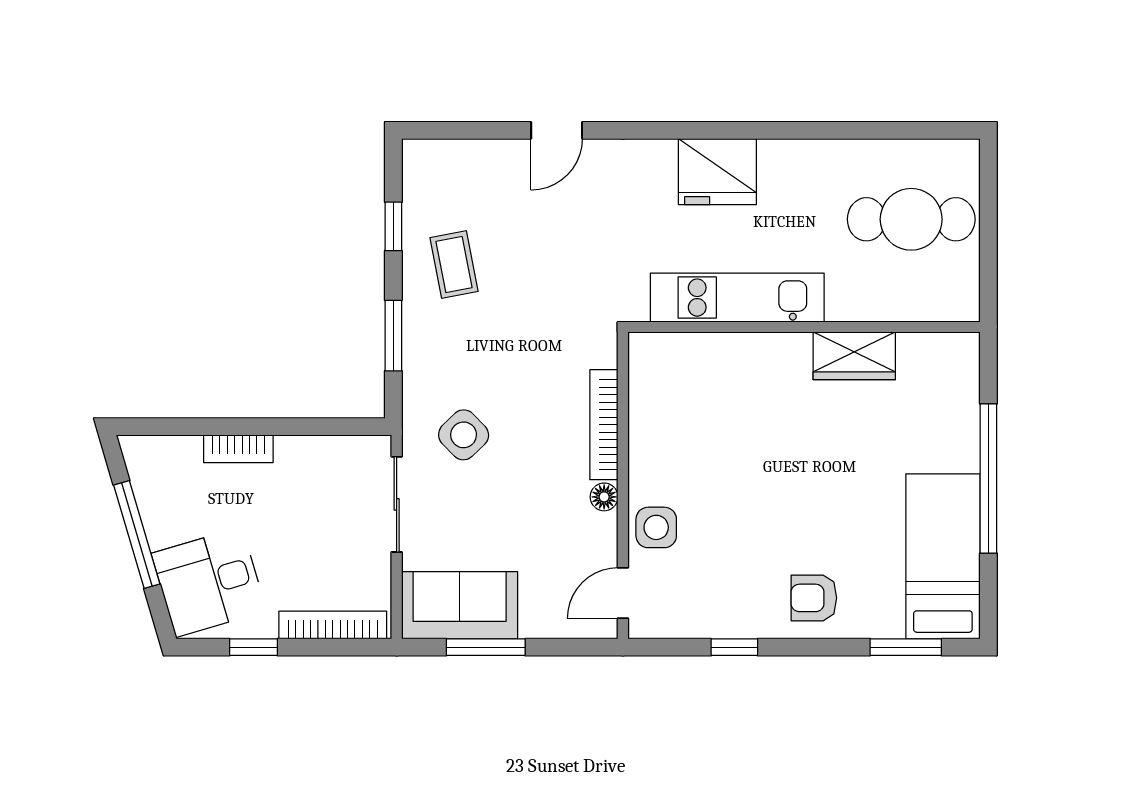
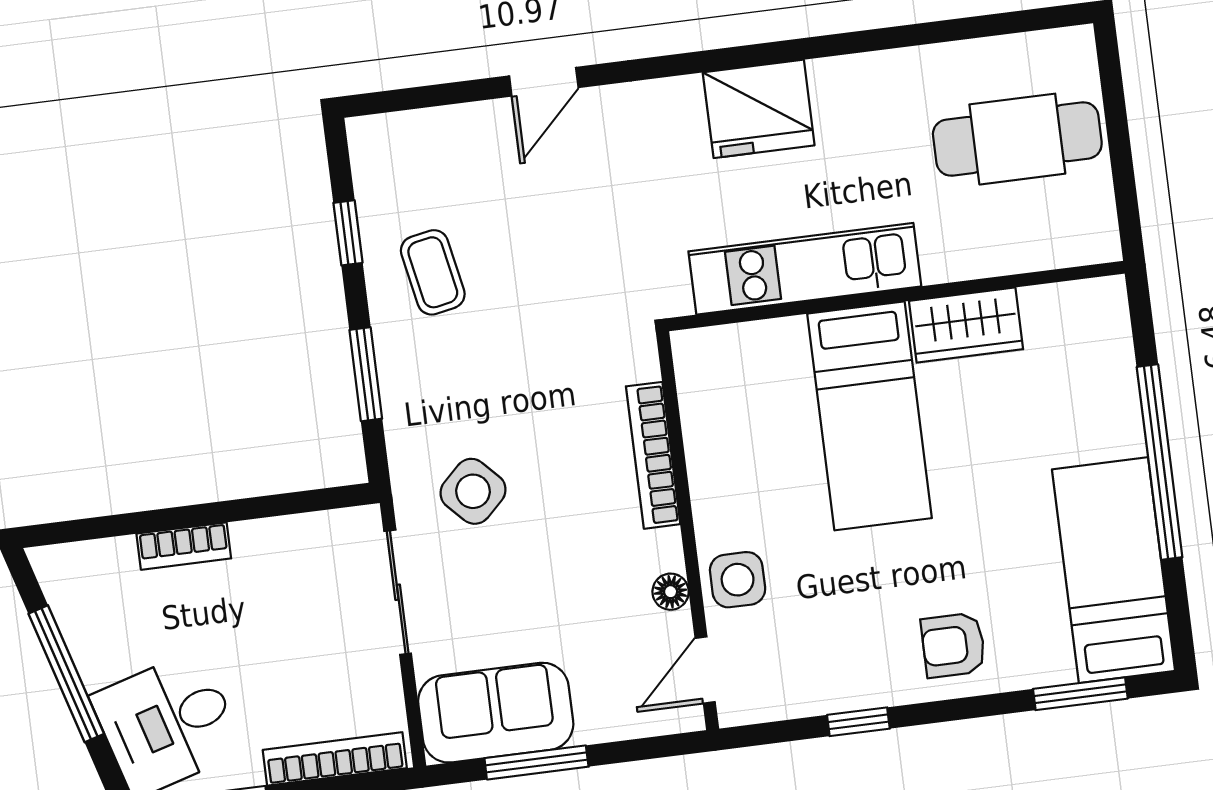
bed: (772, 416) -> (869, 416), added
floor lamp: (604, 497) -> (671, 592), moved

